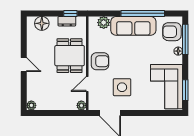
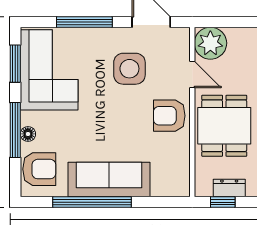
plant: (104, 23) -> (163, 186), removed
window: (185, 39) -> (15, 130), moved
door: (87, 84) -> (192, 75), hinge flipped
plant: (81, 105) -> (210, 43), width x1.88, depth x1.88
window: (147, 113) -> (84, 22), added

